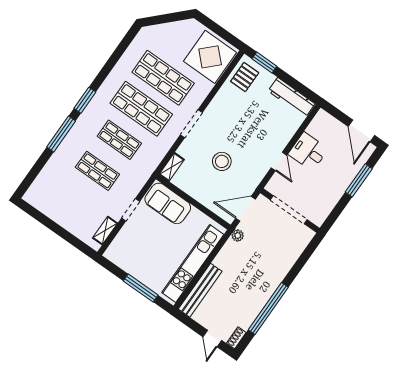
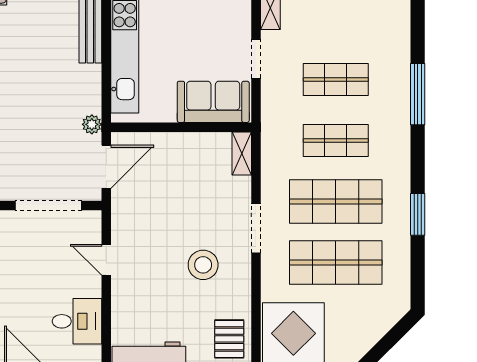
window: (85, 100) -> (418, 214), moved
desk: (308, 151) -> (77, 321), moved
stool: (222, 161) -> (203, 265), moved

